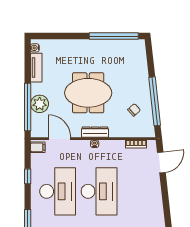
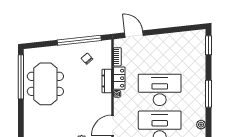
meeting table: (88, 93) -> (45, 84), moved
dresser: (95, 132) -> (107, 81), moved
locker: (112, 146) -> (119, 78), added

